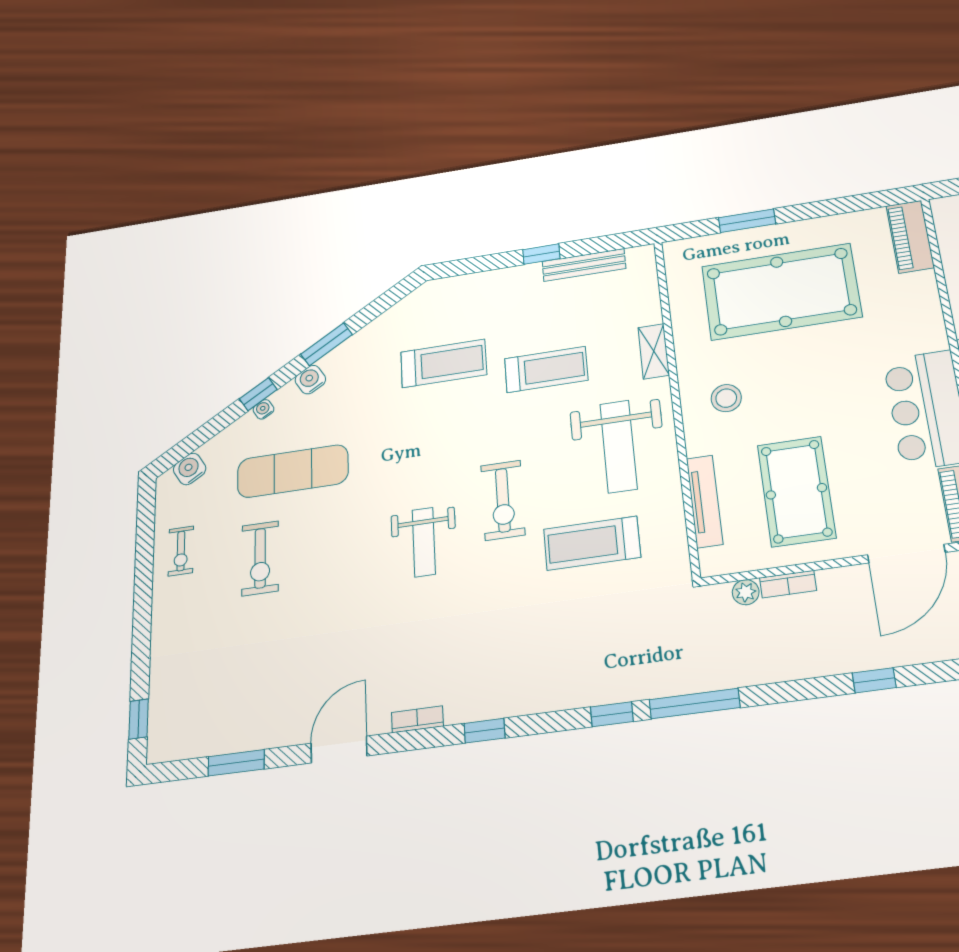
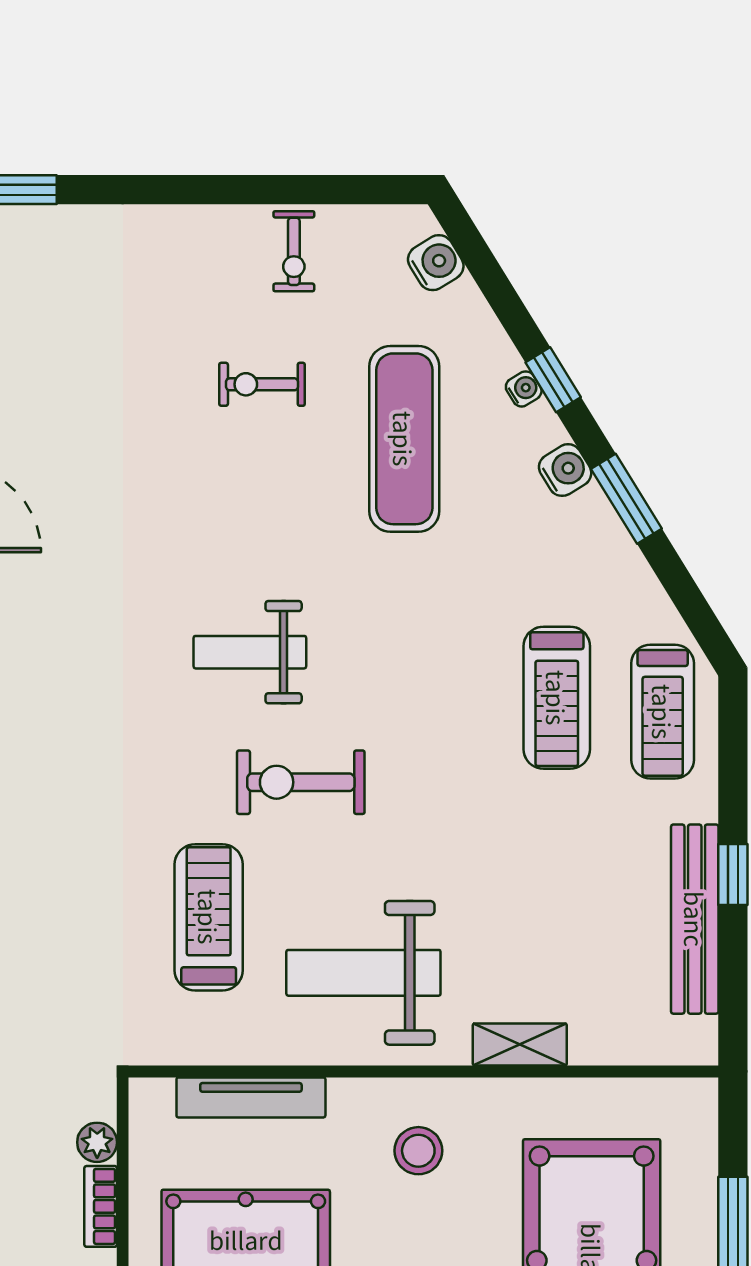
bench: (584, 265) -> (695, 919), width x1.37, depth x1.21
treadmill: (546, 369) -> (663, 712), moved
exercise bike: (181, 551) -> (294, 251), turned -90
exercise bike: (260, 558) -> (262, 384), width x0.73, depth x0.72

